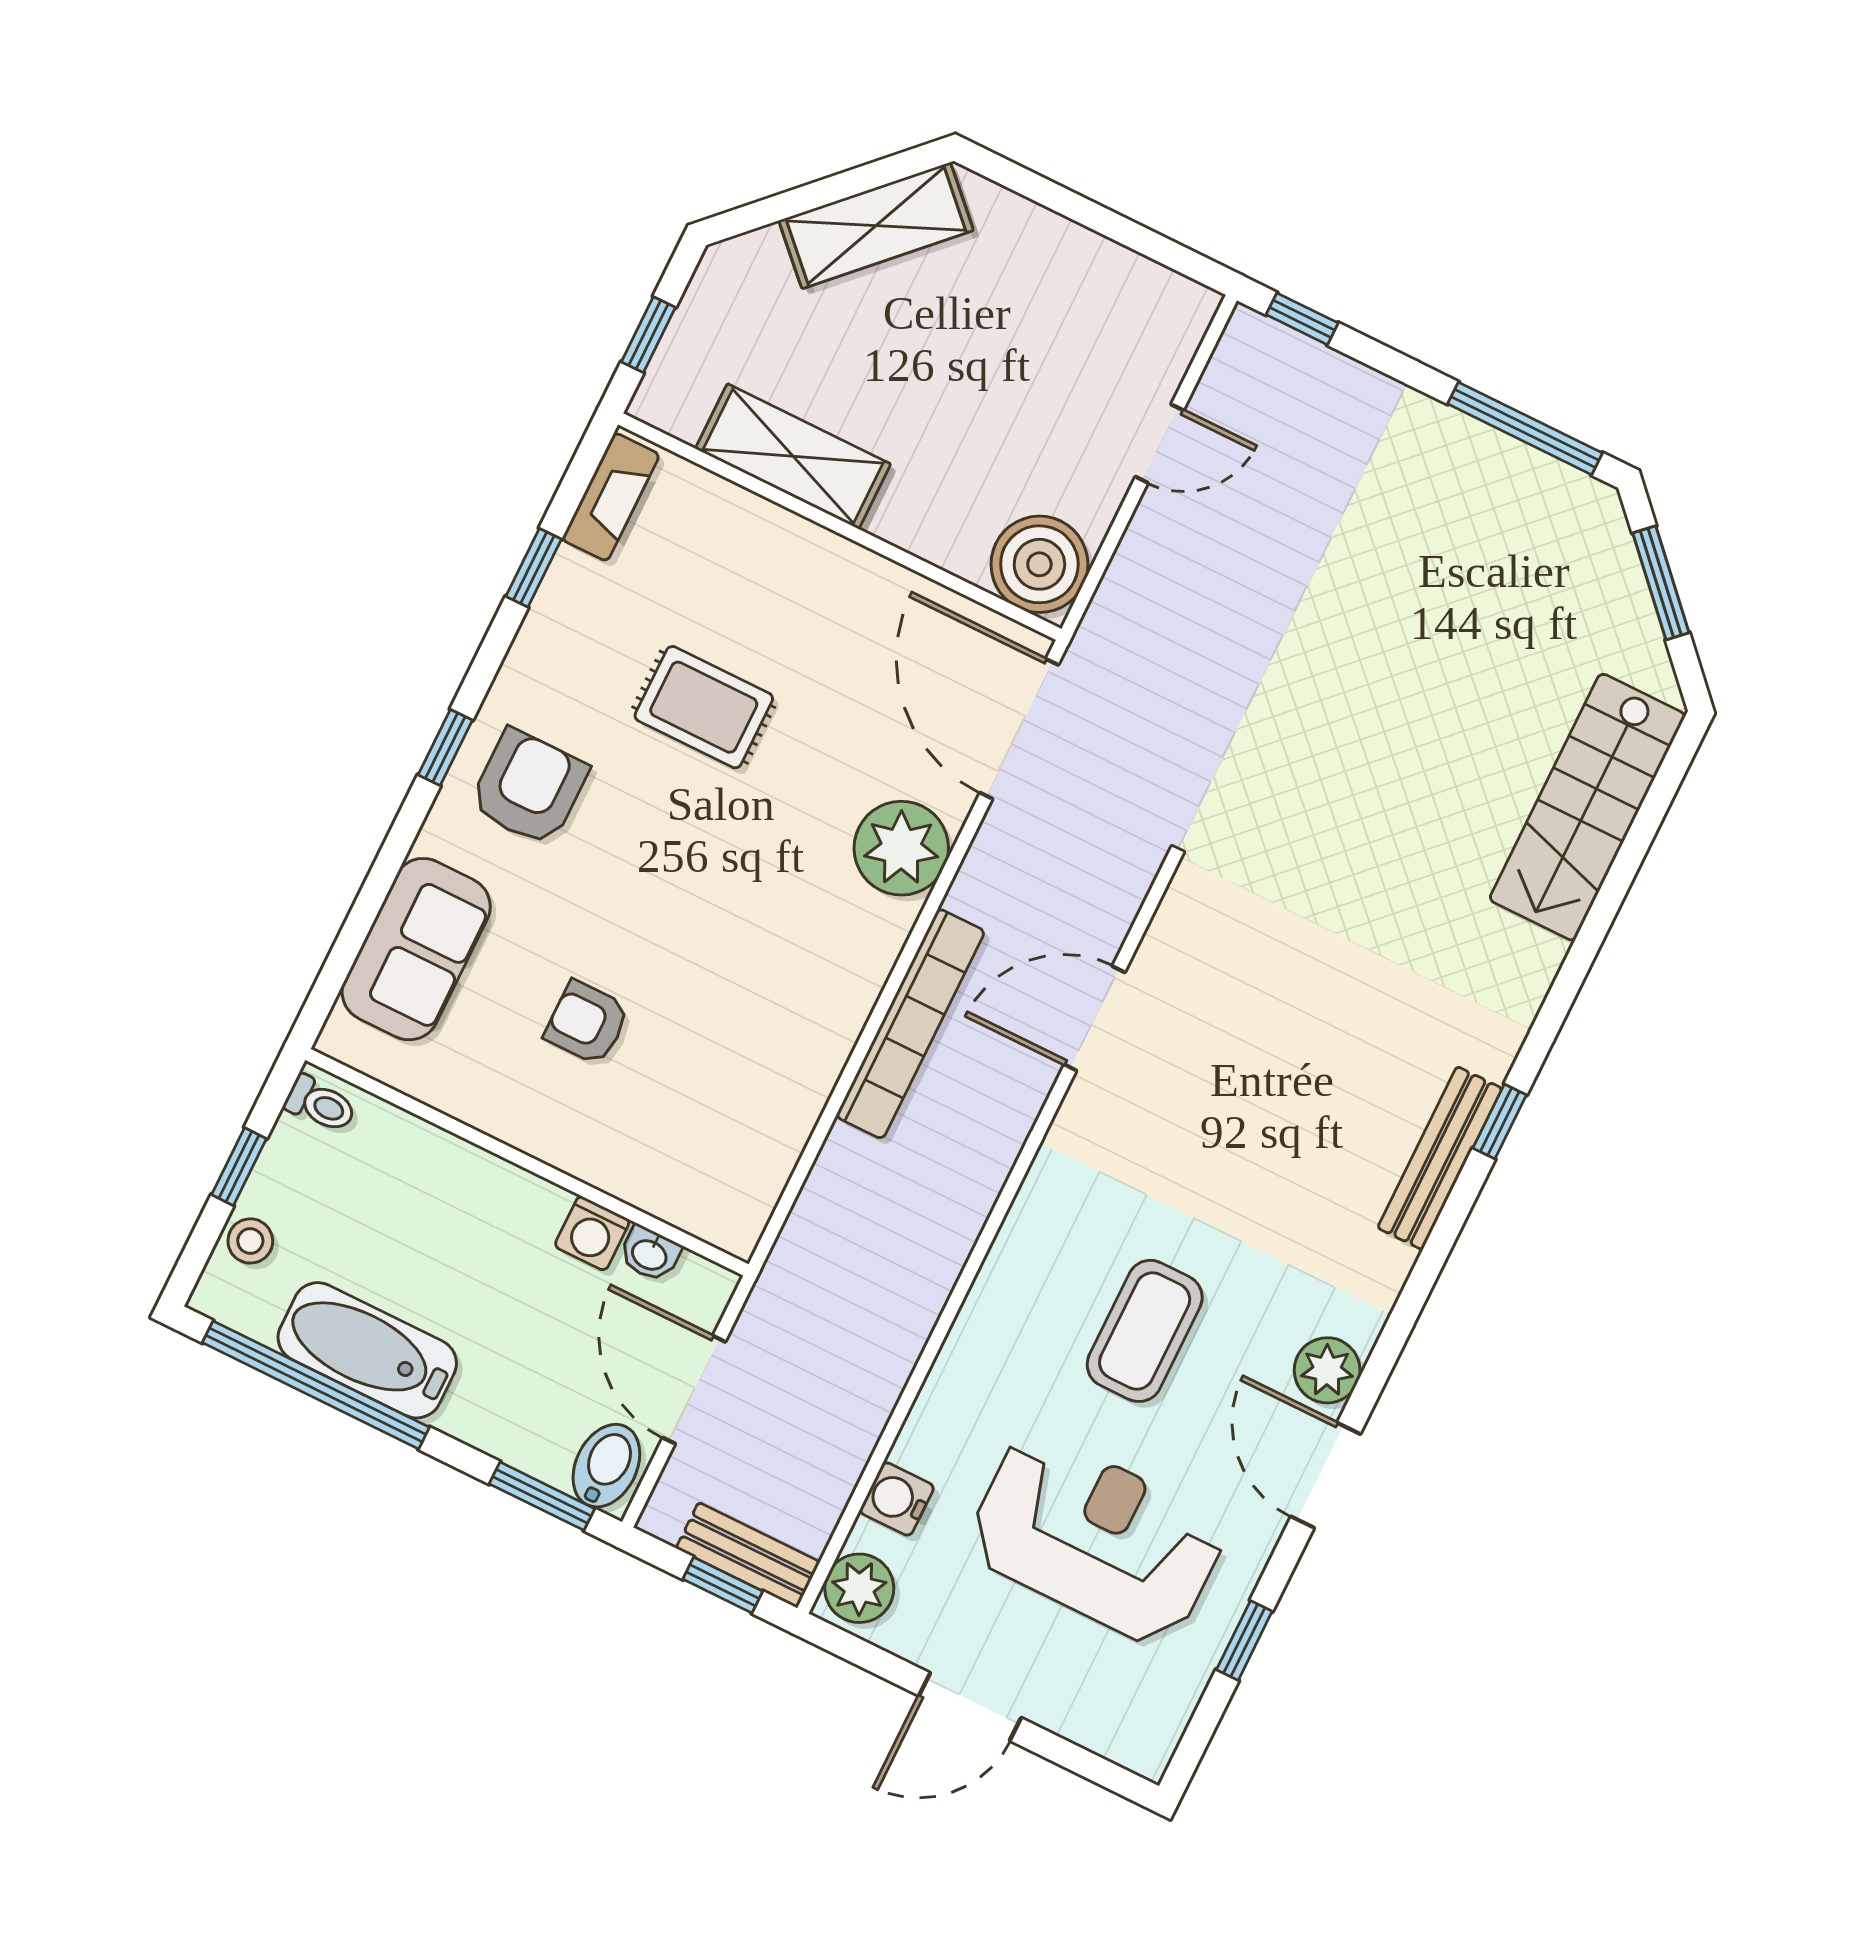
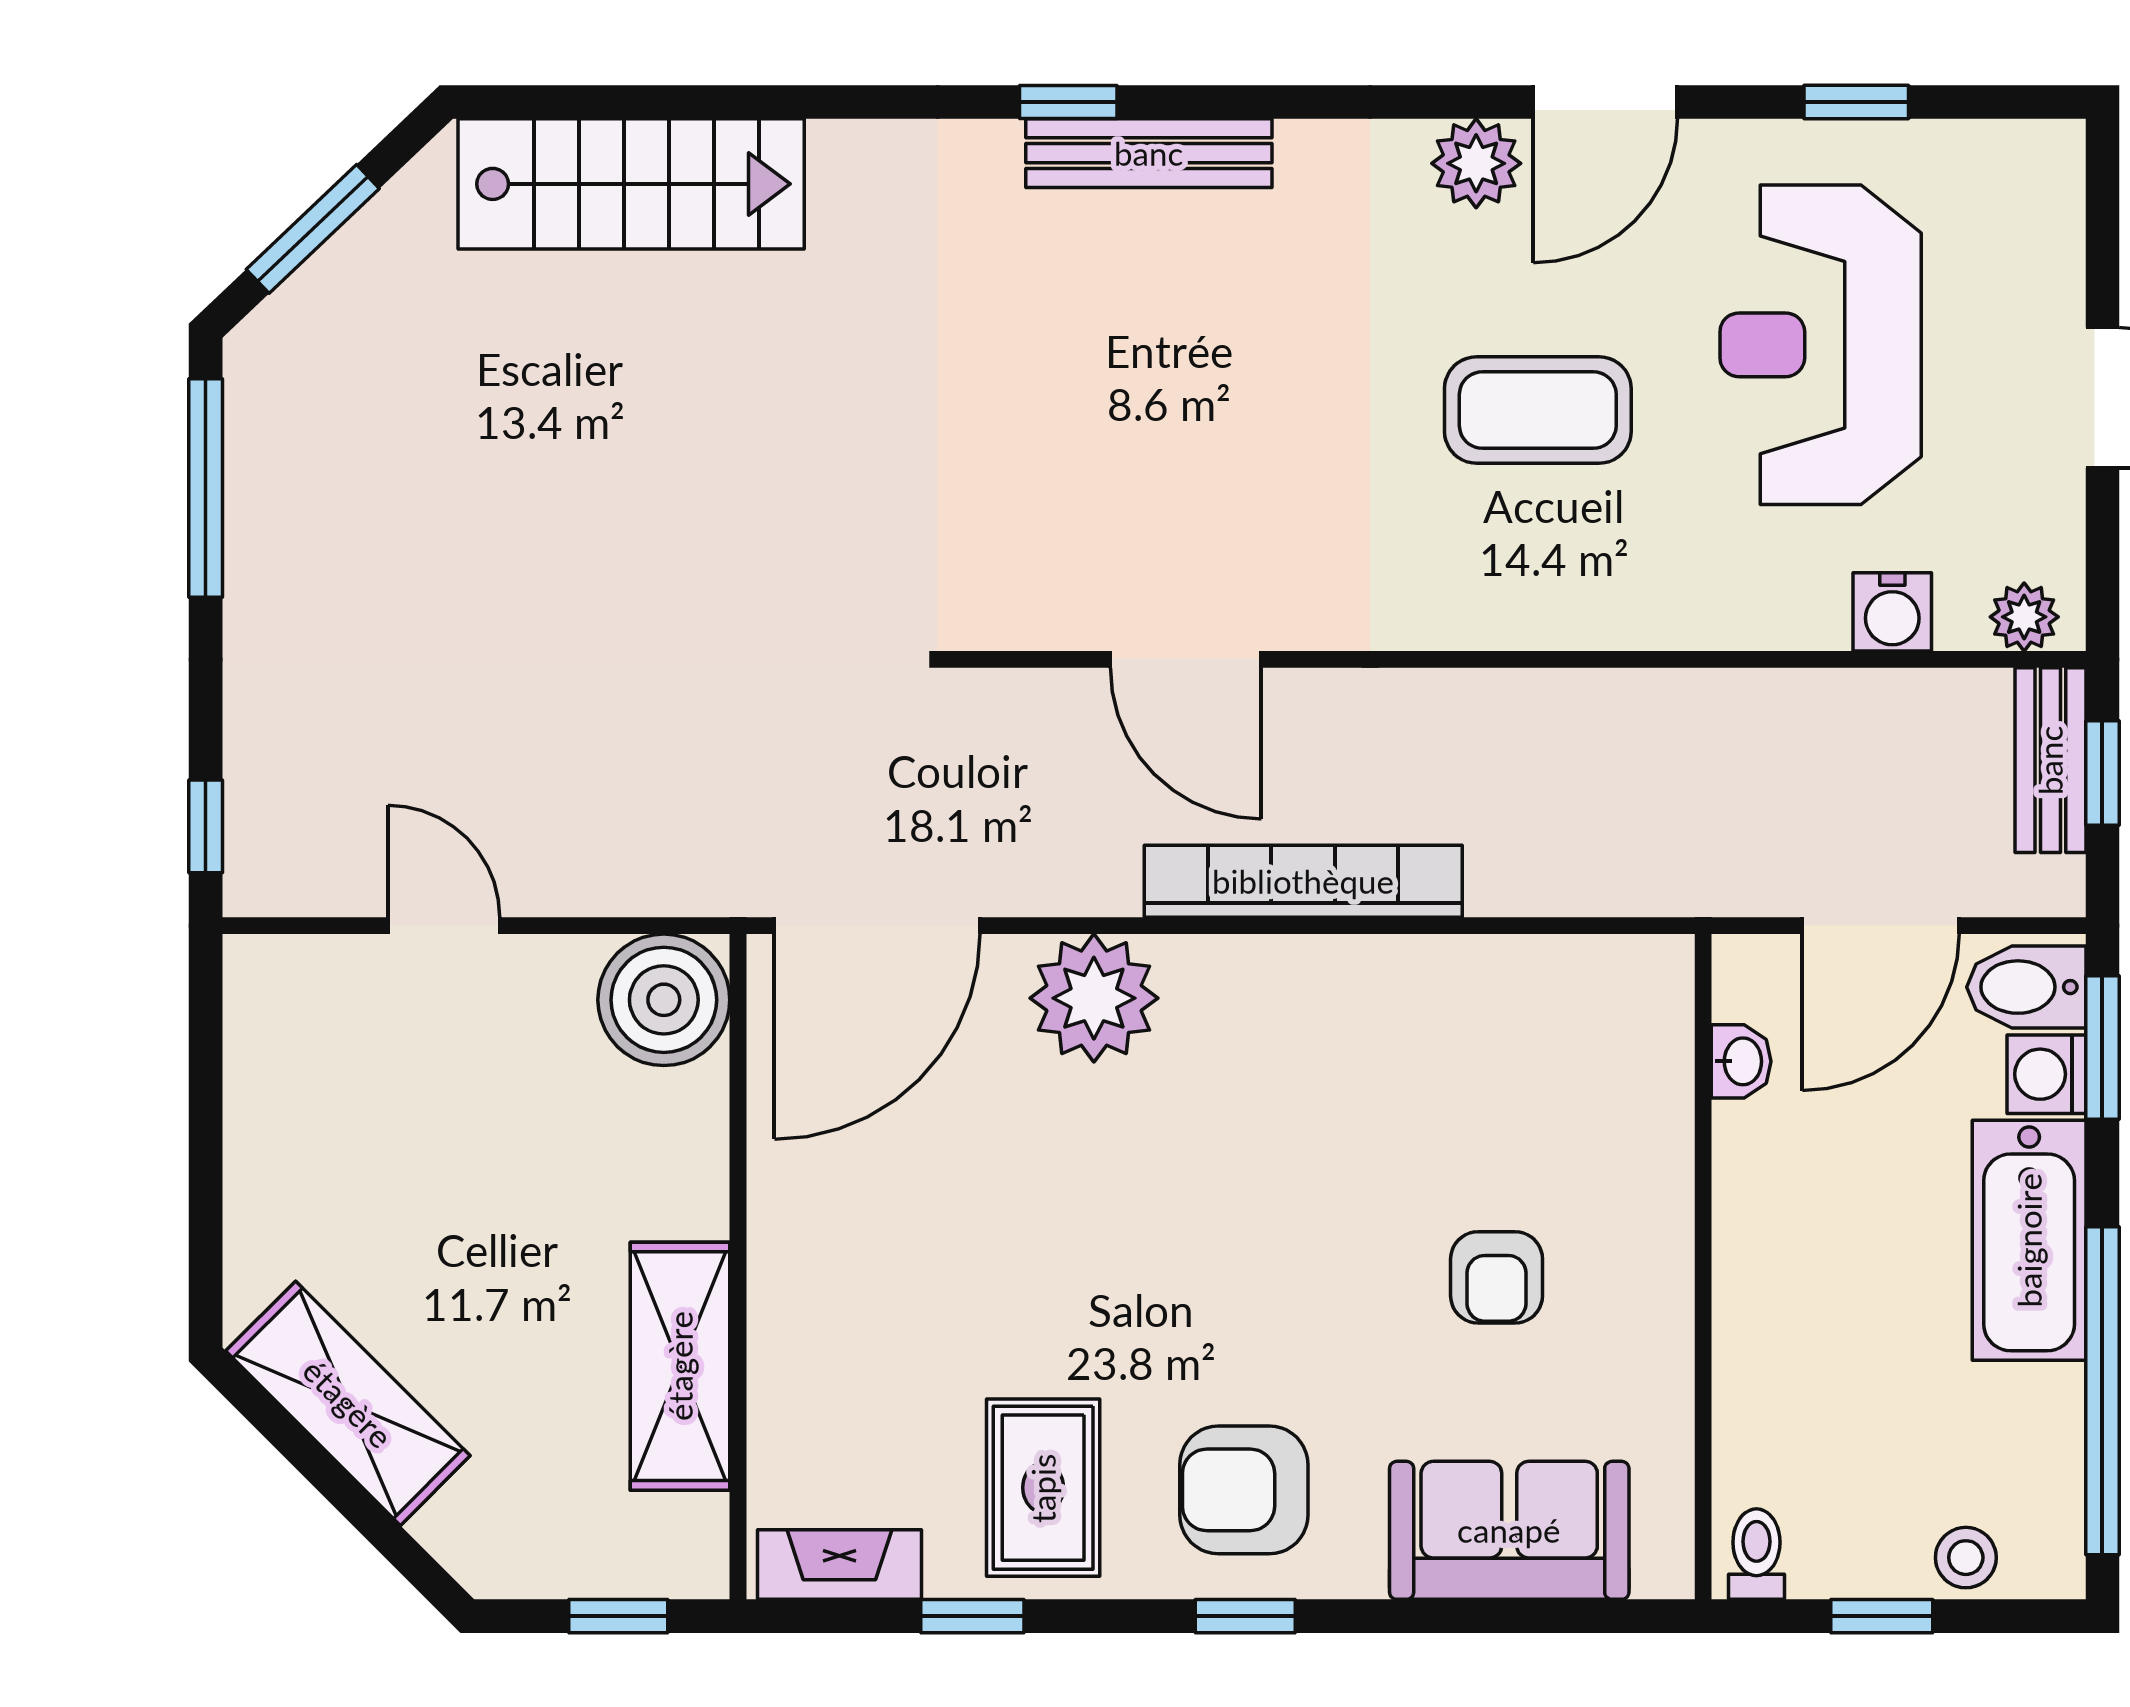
rug: (704, 707) -> (1043, 1488), moved
washing machine: (592, 1233) -> (2046, 1074), moved, turned 180
bathtub: (367, 1350) -> (2029, 1240), moved
plant: (859, 1588) -> (2024, 617), width x0.73, depth x0.73

